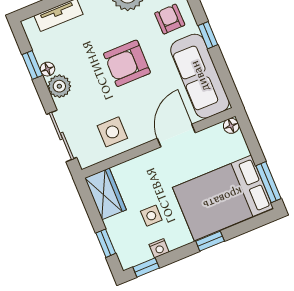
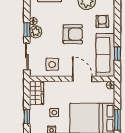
window: (208, 35) -> (117, 54), moved
armchair: (127, 63) -> (73, 34), turned 180
window: (32, 65) -> (27, 30), moved
door: (176, 136) -> (82, 79), hinge flipped

